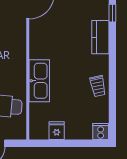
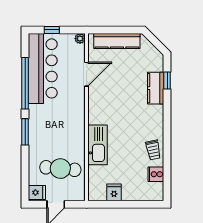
kitchen counter: (100, 37) -> (156, 88), moved
cooker: (101, 132) -> (156, 174), moved, turned -90

